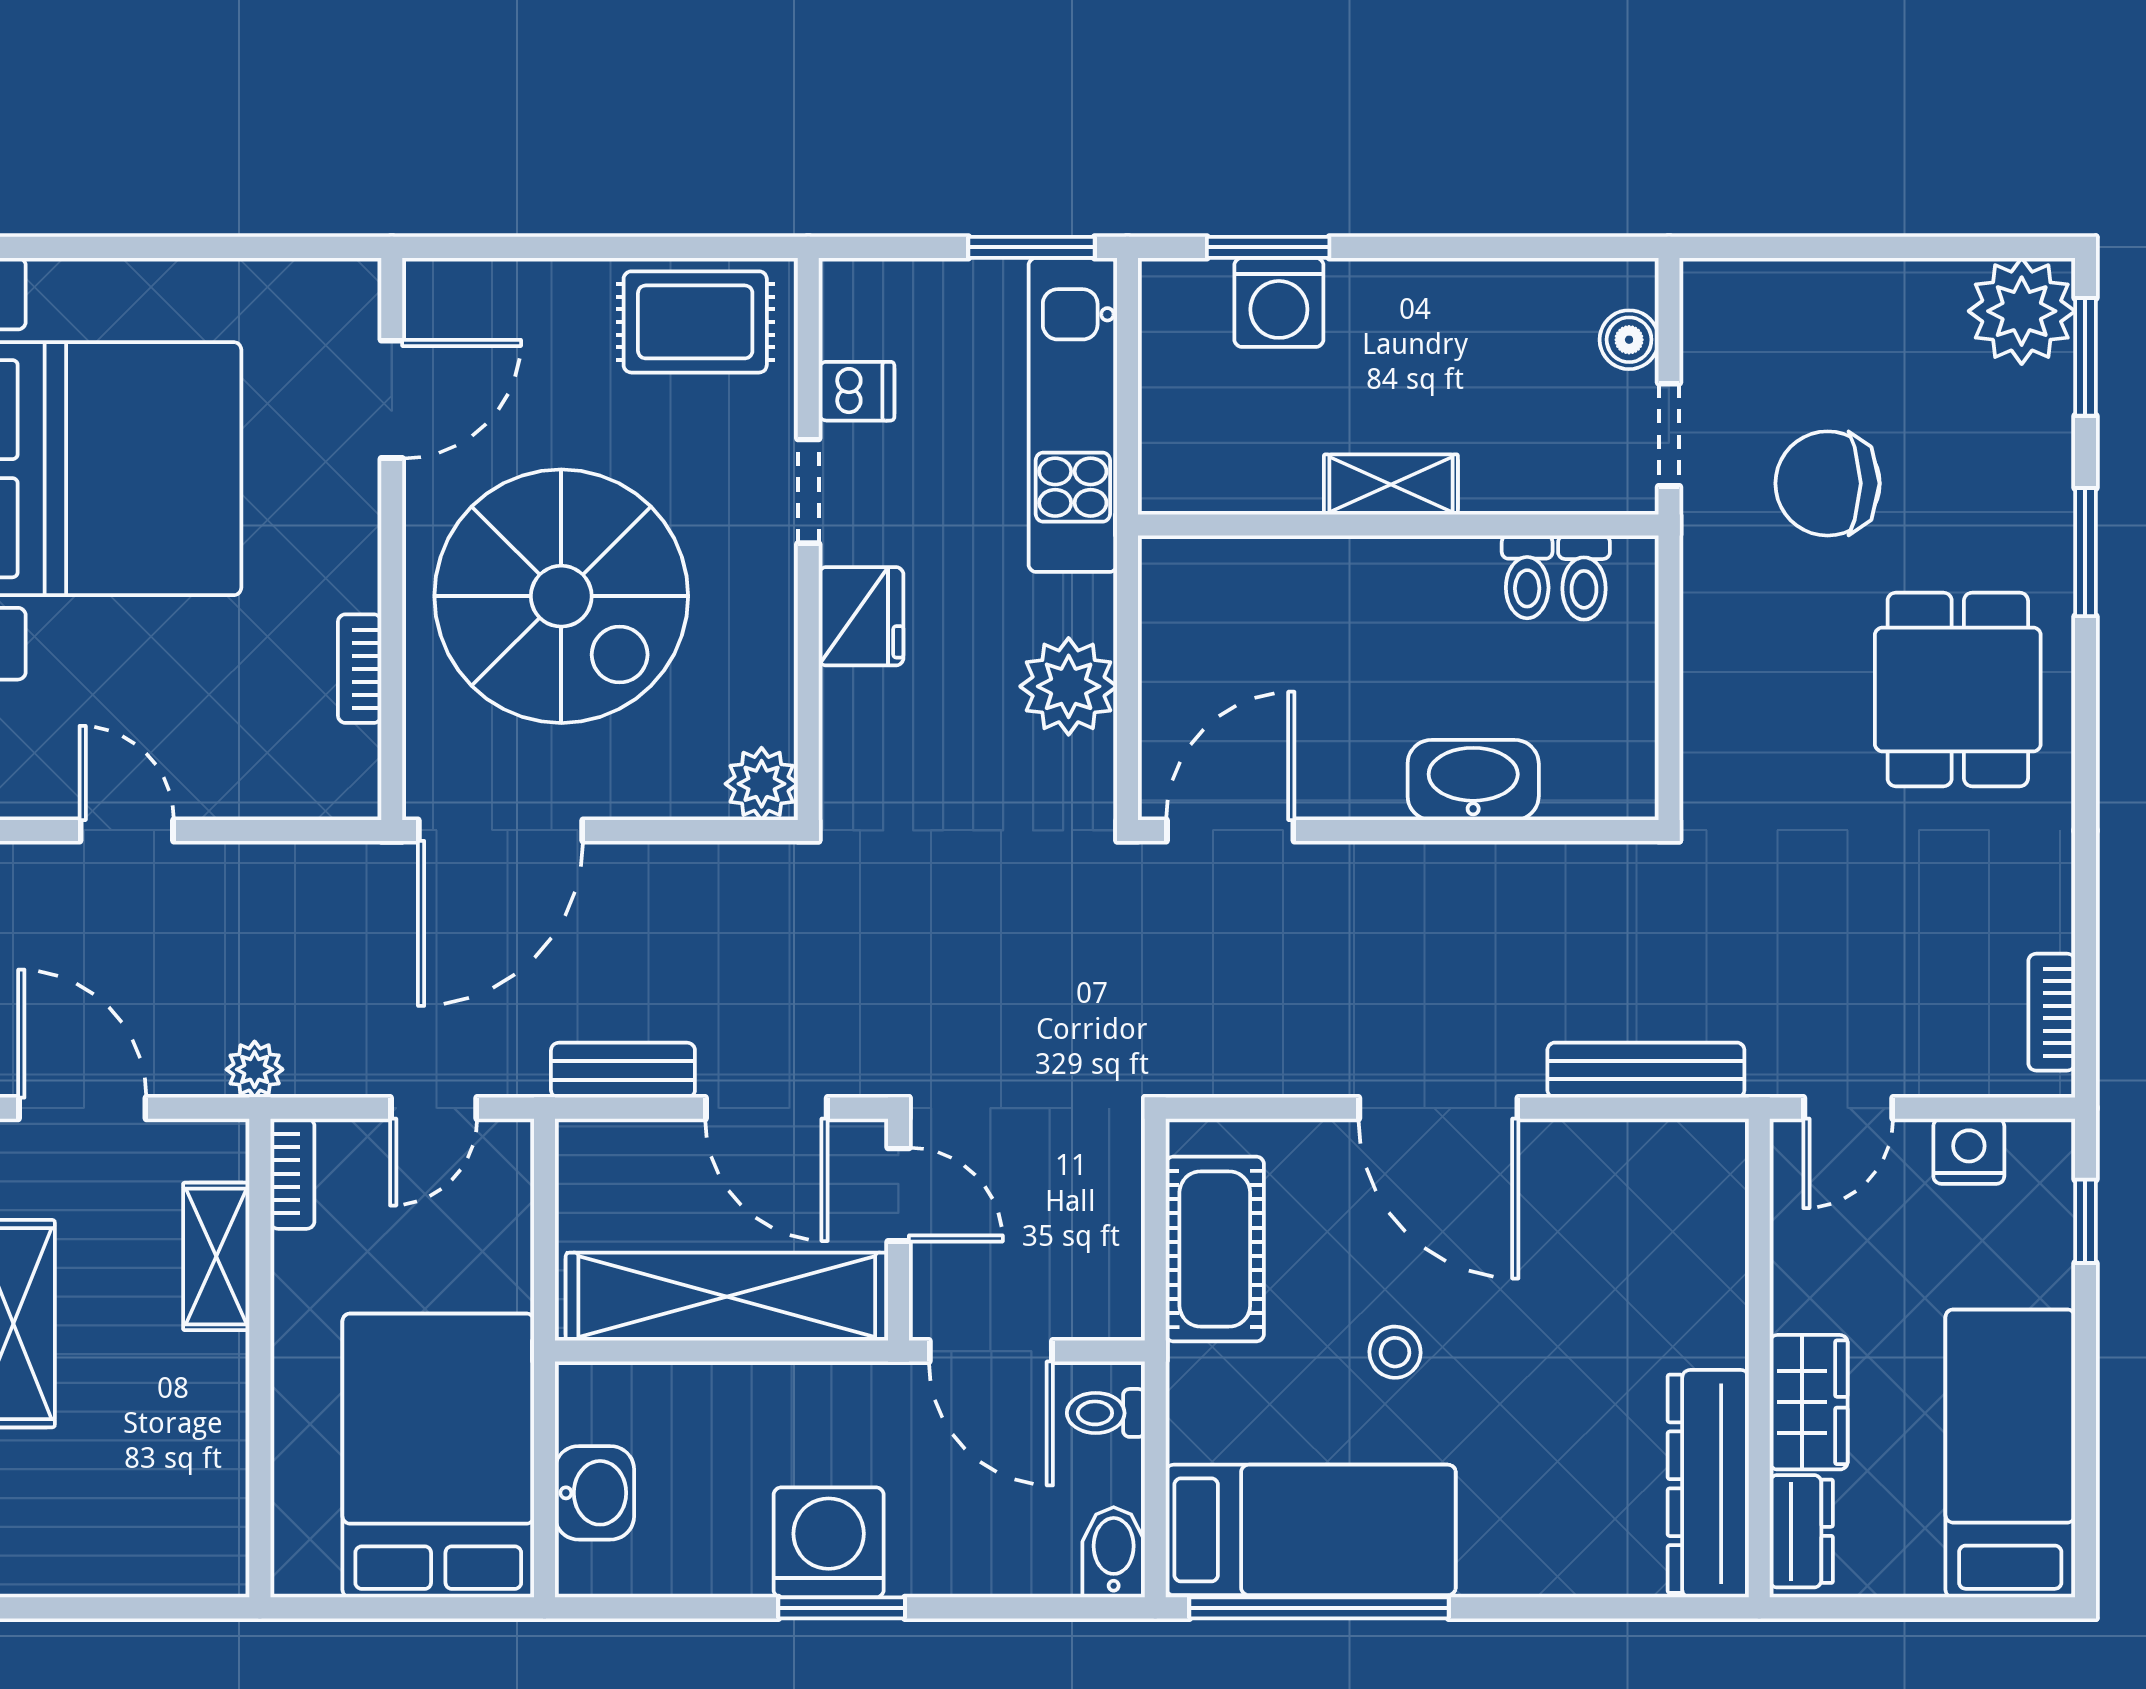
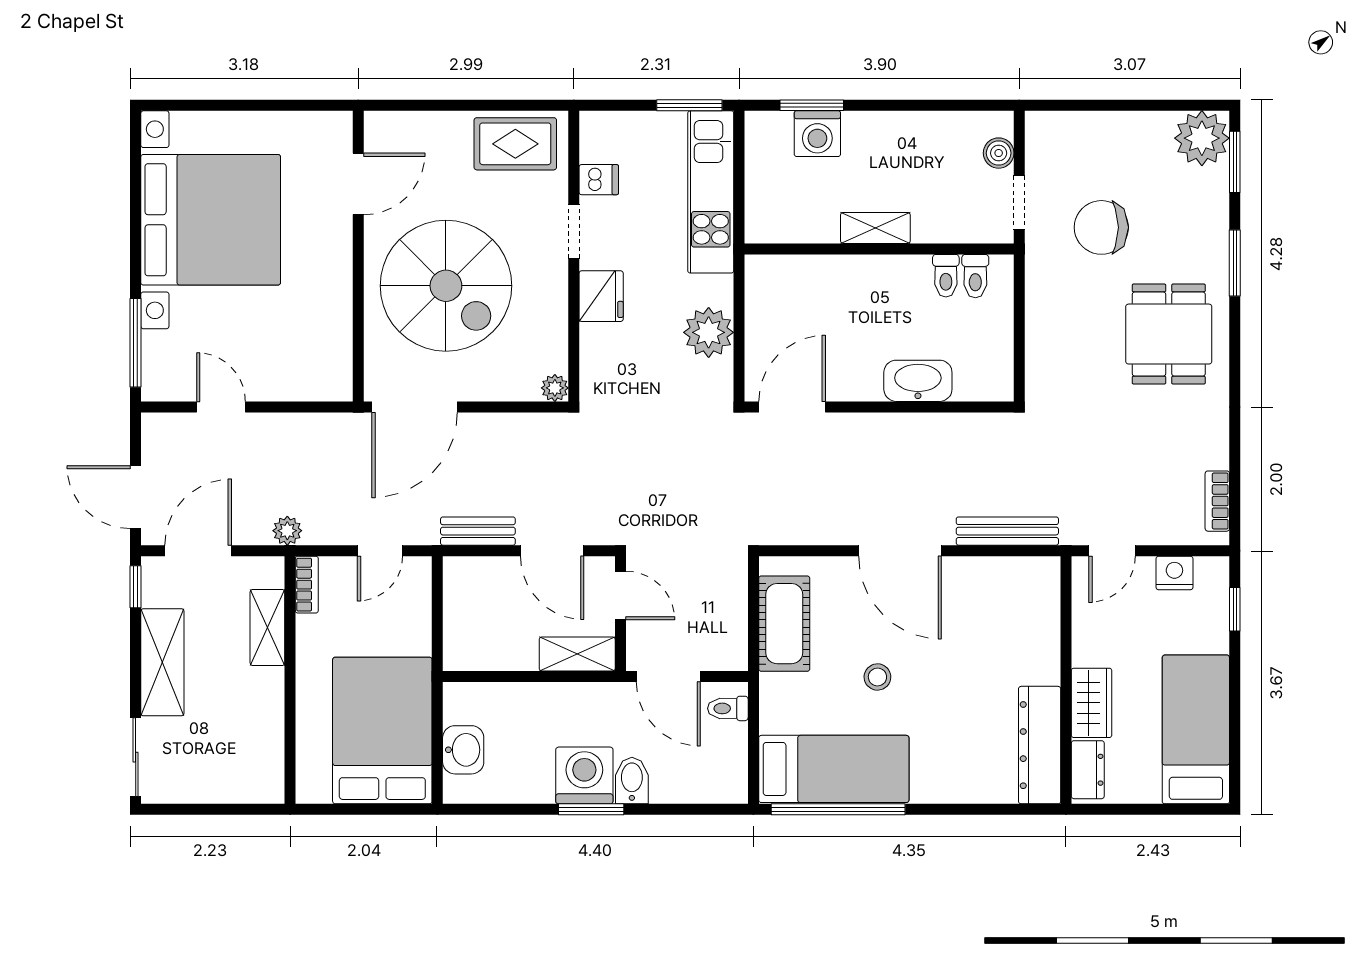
bookcase: (360, 669) -> (342, 323), removed
plant: (762, 784) -> (555, 388), width x0.73, depth x0.73
door: (82, 1108) -> (198, 551), hinge flipped
shelving: (727, 1297) -> (577, 654), width x0.45, depth x0.75
bidet: (1114, 1552) -> (632, 781), moved

